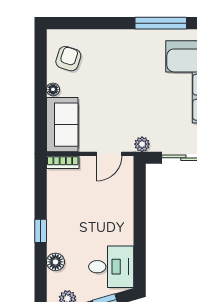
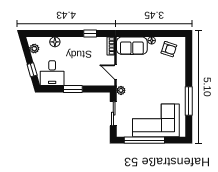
window: (140, 230) -> (73, 89), added
window: (41, 231) -> (90, 34), moved

